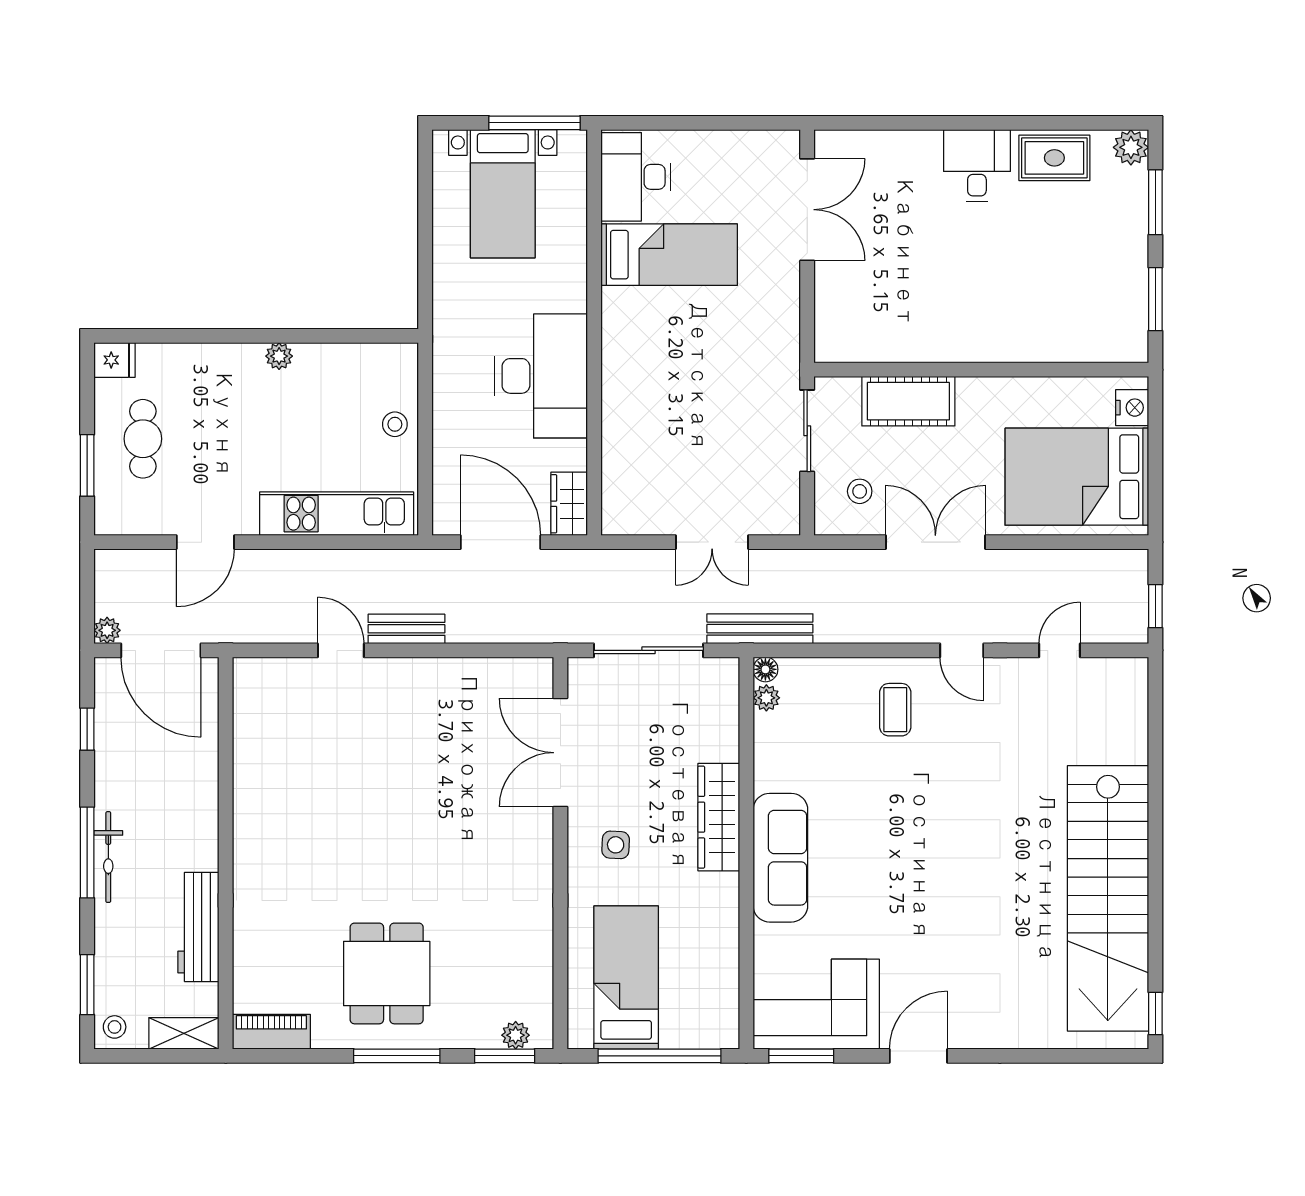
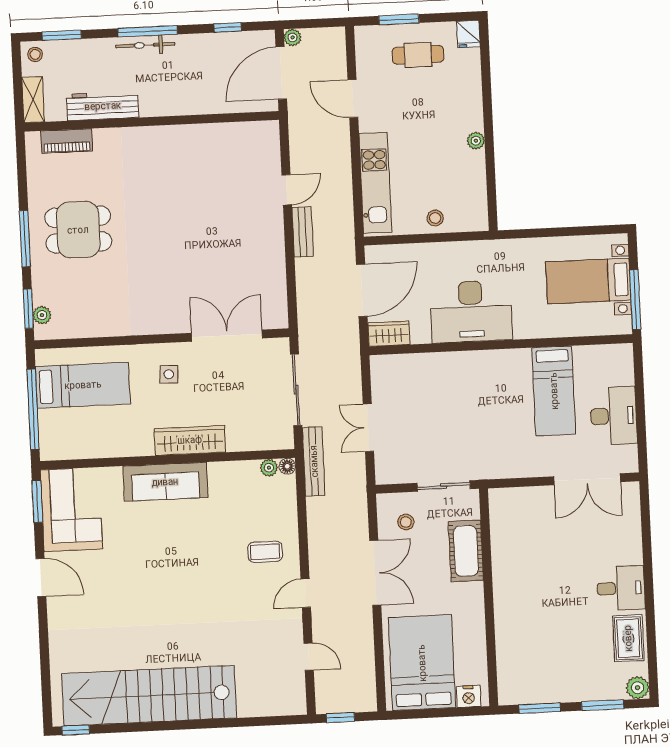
desk: (636, 177) -> (614, 416), moved, turned 90
piano: (271, 1032) -> (67, 141), moved, turned 90

